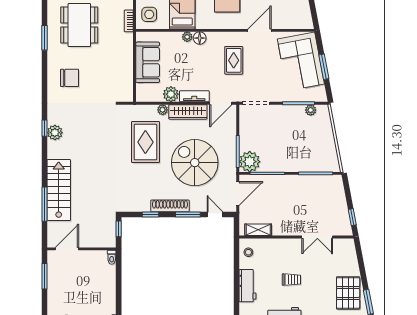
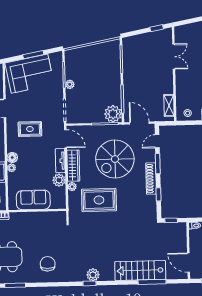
plant: (311, 110) -> (70, 84), moved

